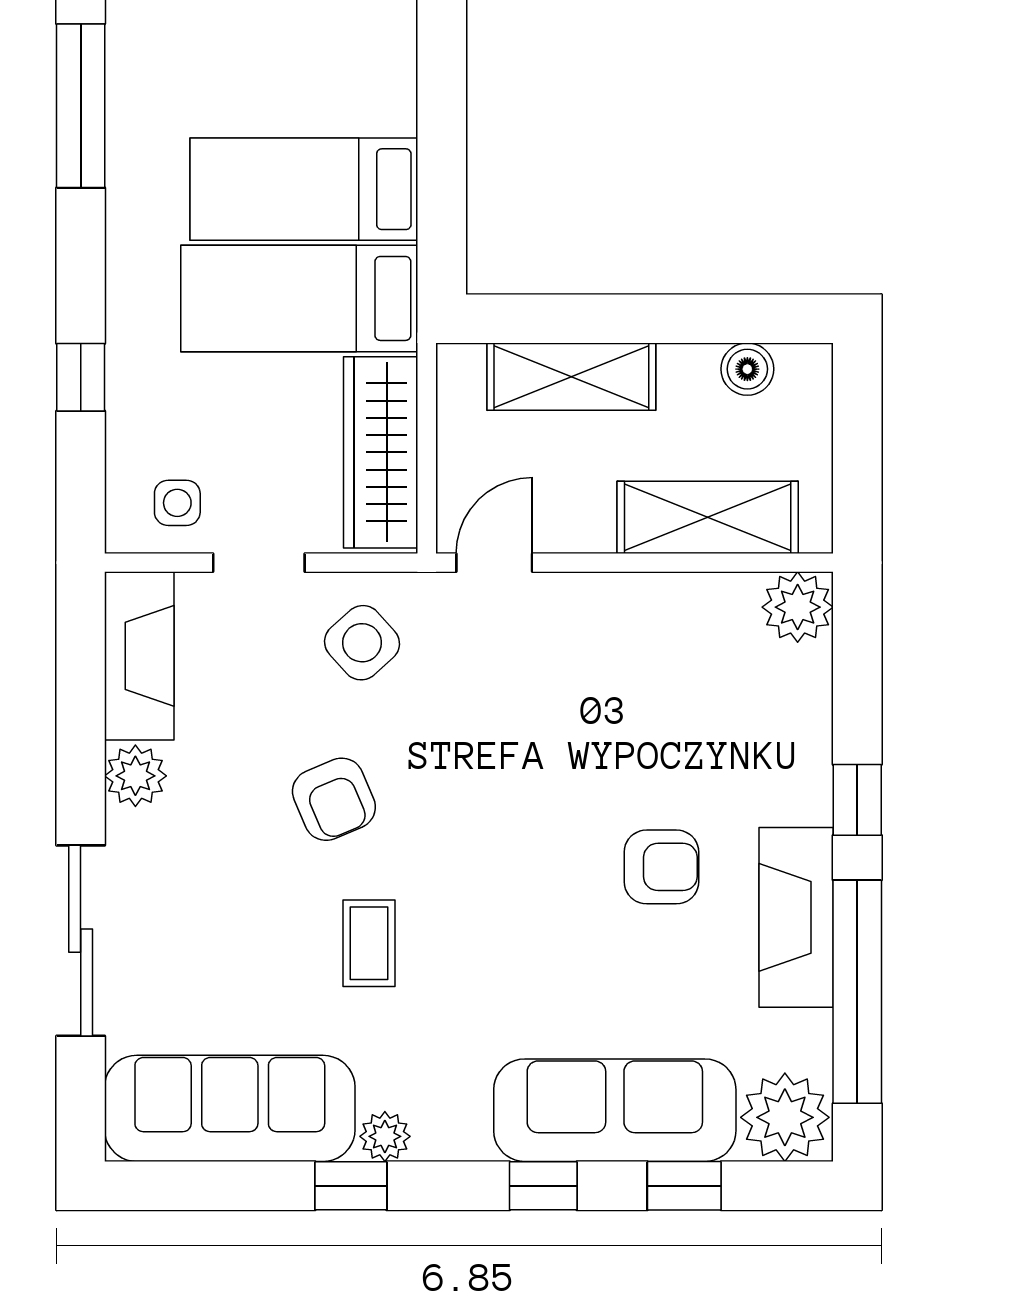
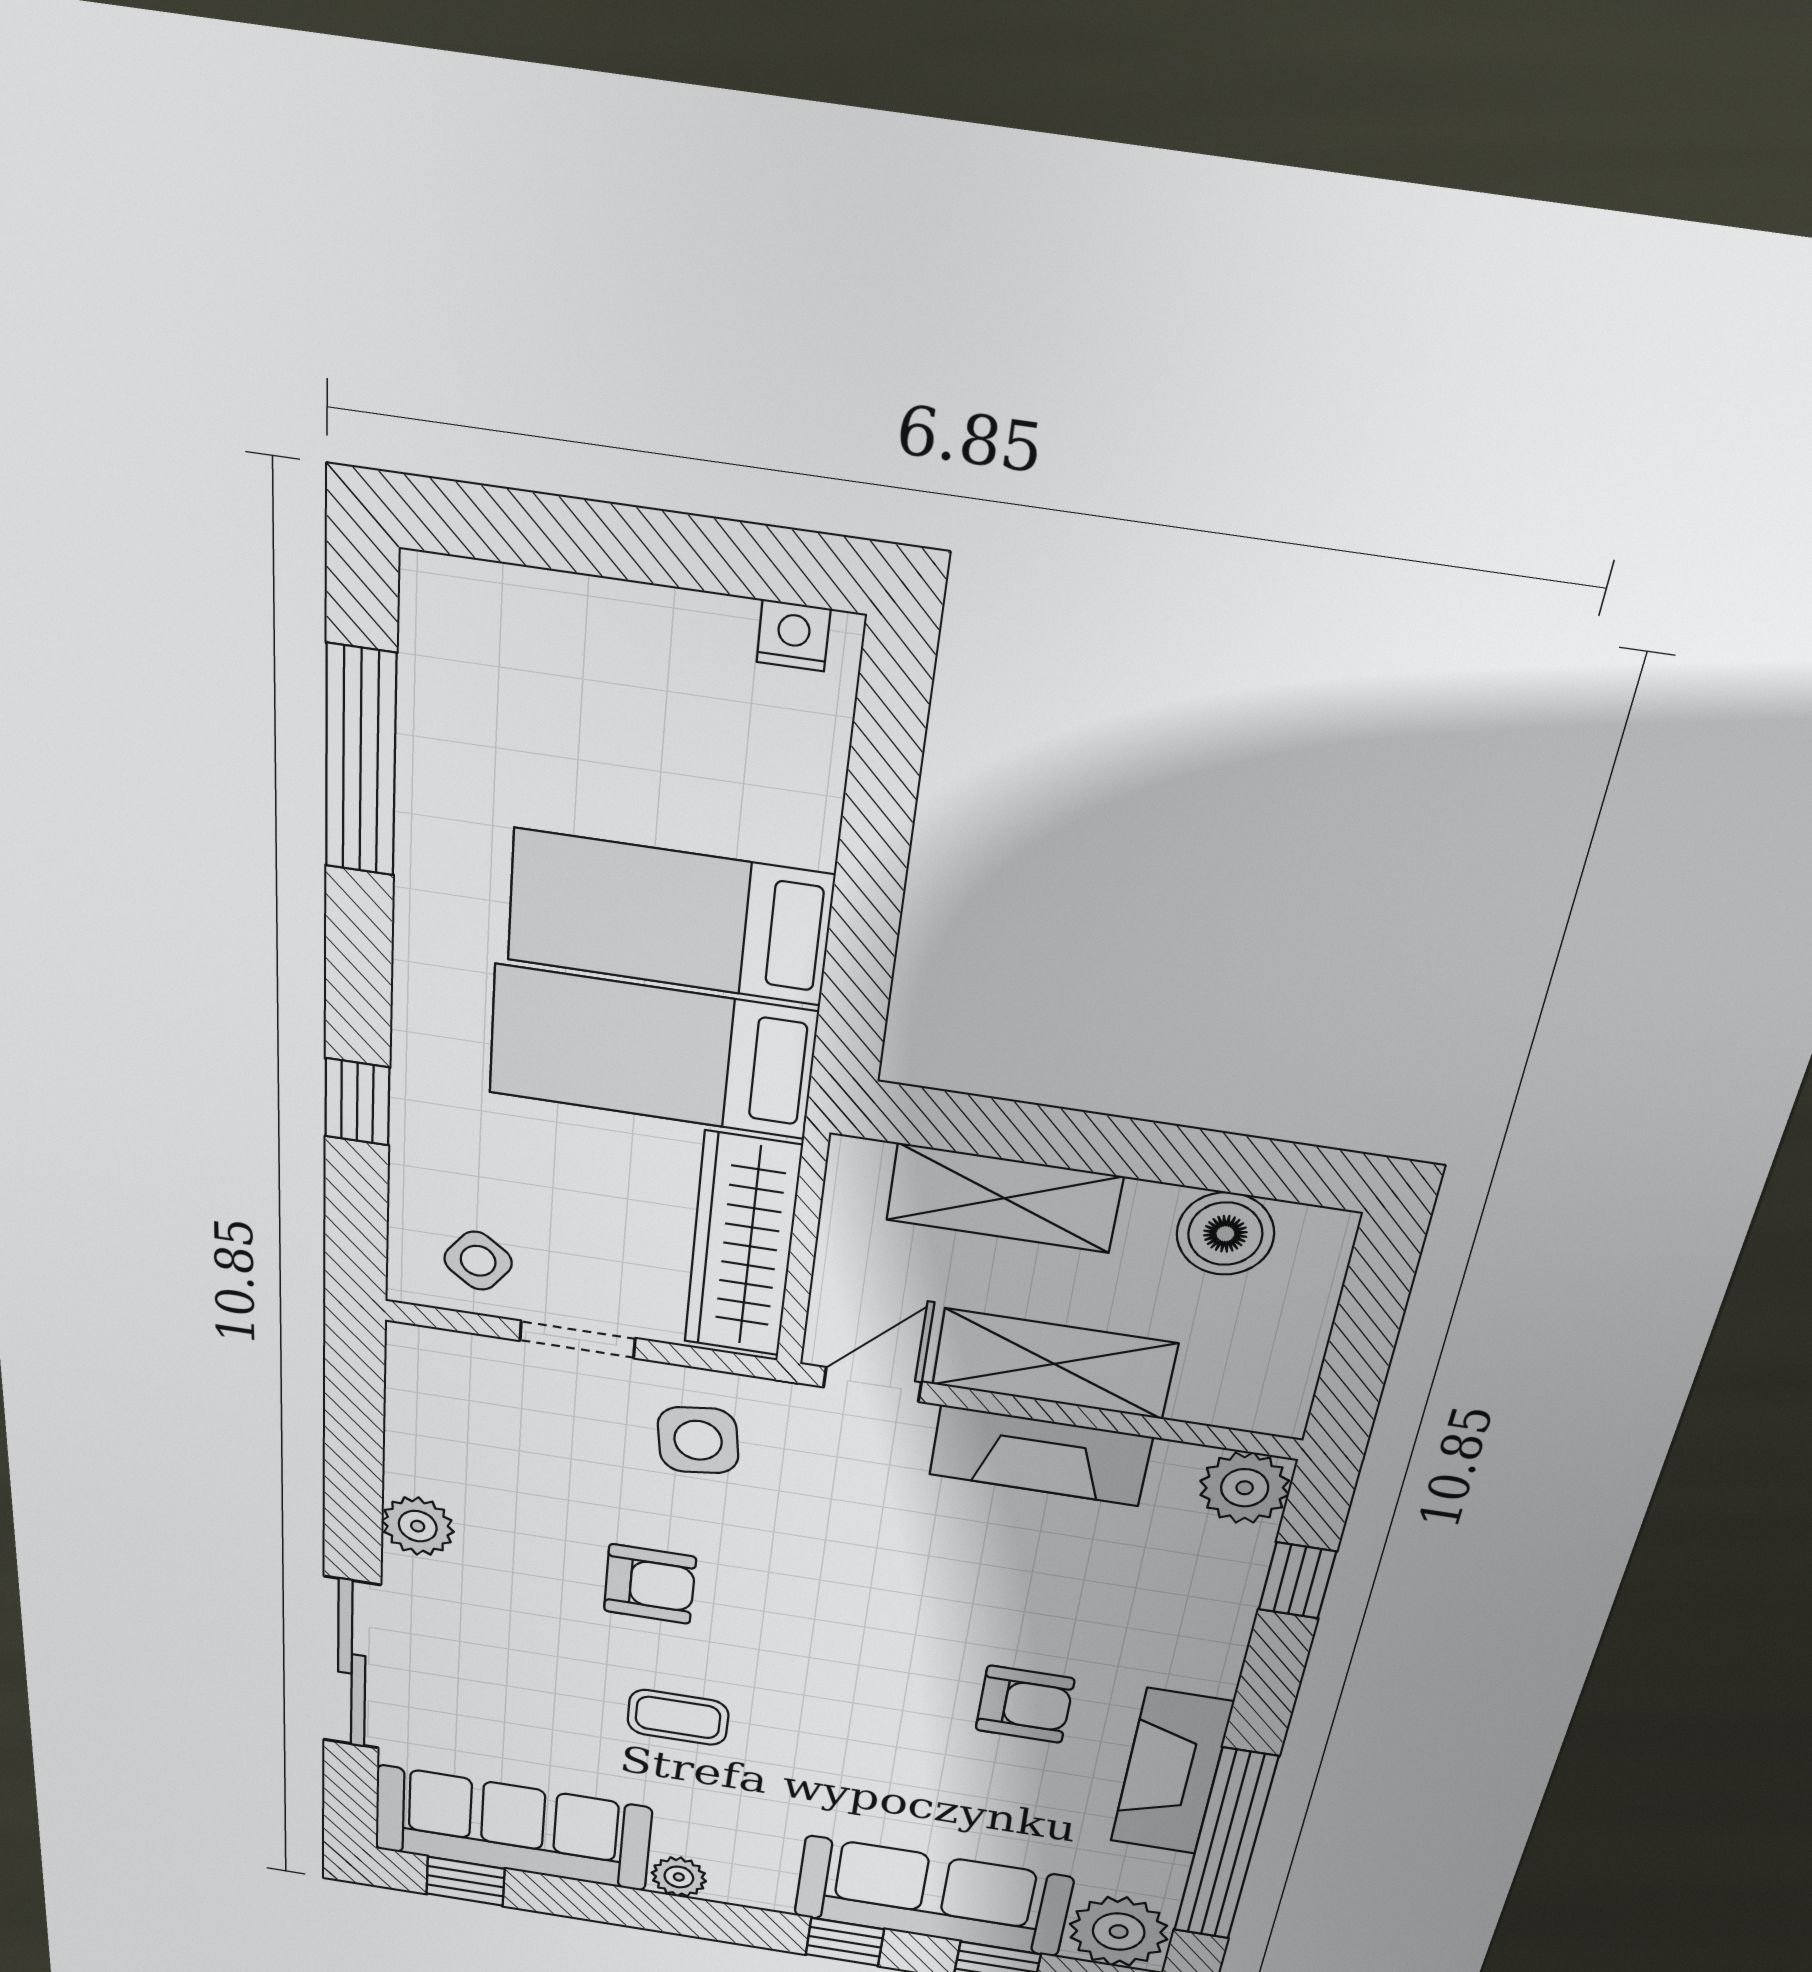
boiler: (747, 369) -> (1225, 1234), width x1.36, depth x1.36
side table: (177, 503) -> (478, 1261), turned 37
shelving: (708, 517) -> (1054, 1364), moved
side table: (362, 643) -> (698, 1440), turned 34
fireplace: (139, 656) -> (1040, 1456), moved, turned 90
armchair: (334, 799) -> (650, 1584), turned -67
window: (857, 800) -> (1297, 1580), moved
coffee table: (369, 943) -> (678, 1717), turned 90
window: (351, 1186) -> (465, 1881), moved

